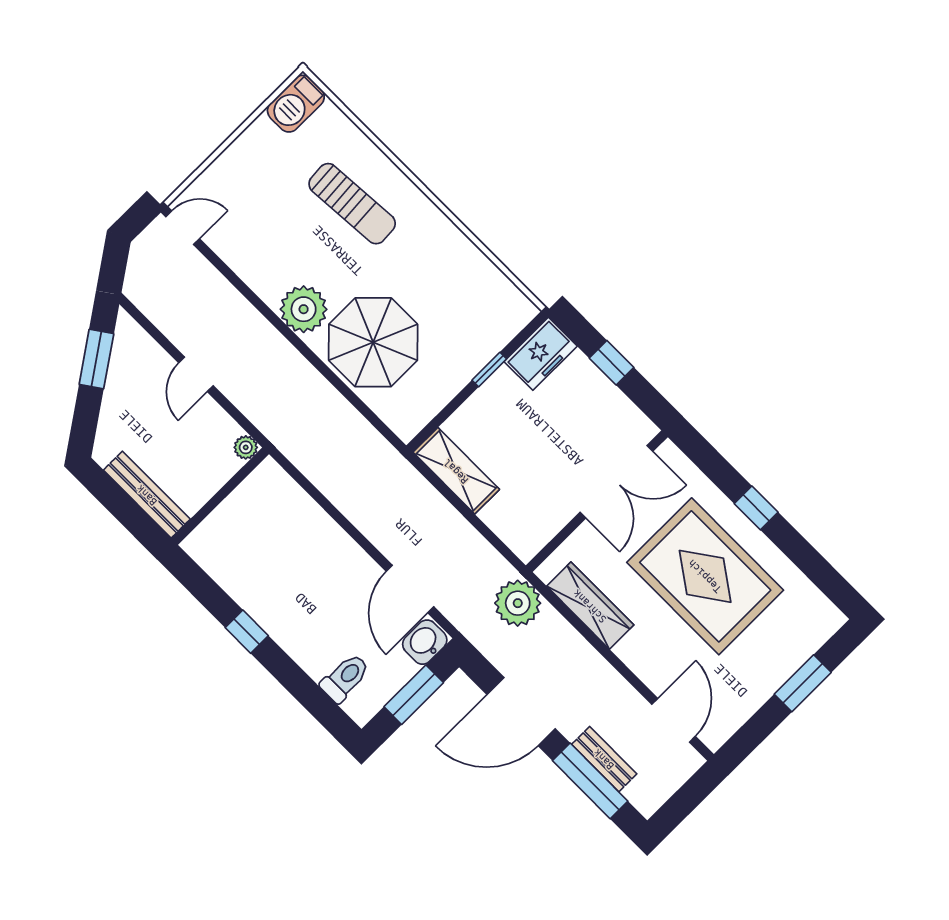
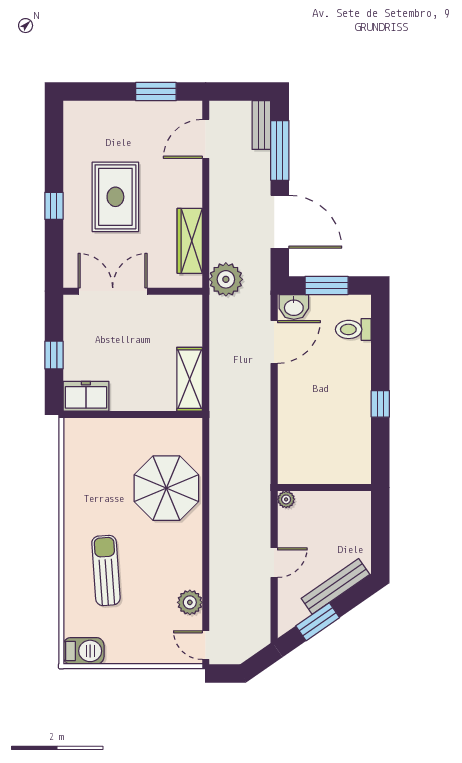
plant: (304, 309) -> (190, 602), moved, width x0.73, depth x0.73
window: (489, 370) -> (120, 414), removed
bench: (147, 495) -> (335, 586), moved, turned 55
rug: (705, 576) -> (115, 197), width x0.73, depth x0.69
window: (803, 683) -> (156, 92), moved
bench: (604, 759) -> (261, 125), moved

